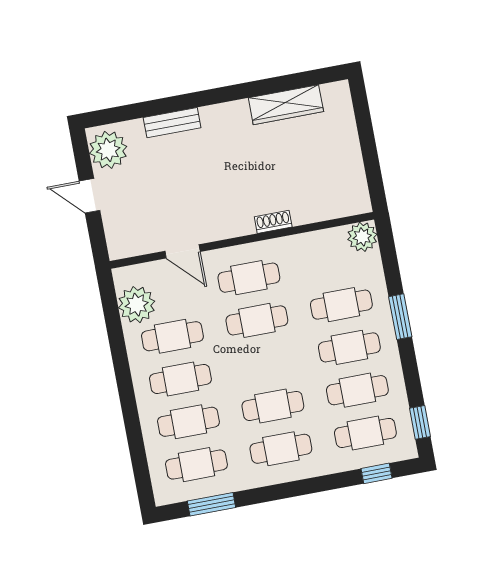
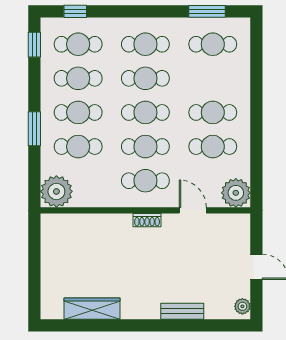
plant: (108, 150) -> (242, 306), width x0.53, depth x0.53
shoe rack: (273, 222) -> (147, 220), moved
plant: (362, 237) -> (56, 191), width x1.36, depth x1.36
plant: (137, 305) -> (236, 193), moved
cafe table: (188, 422) -> (145, 112), moved

